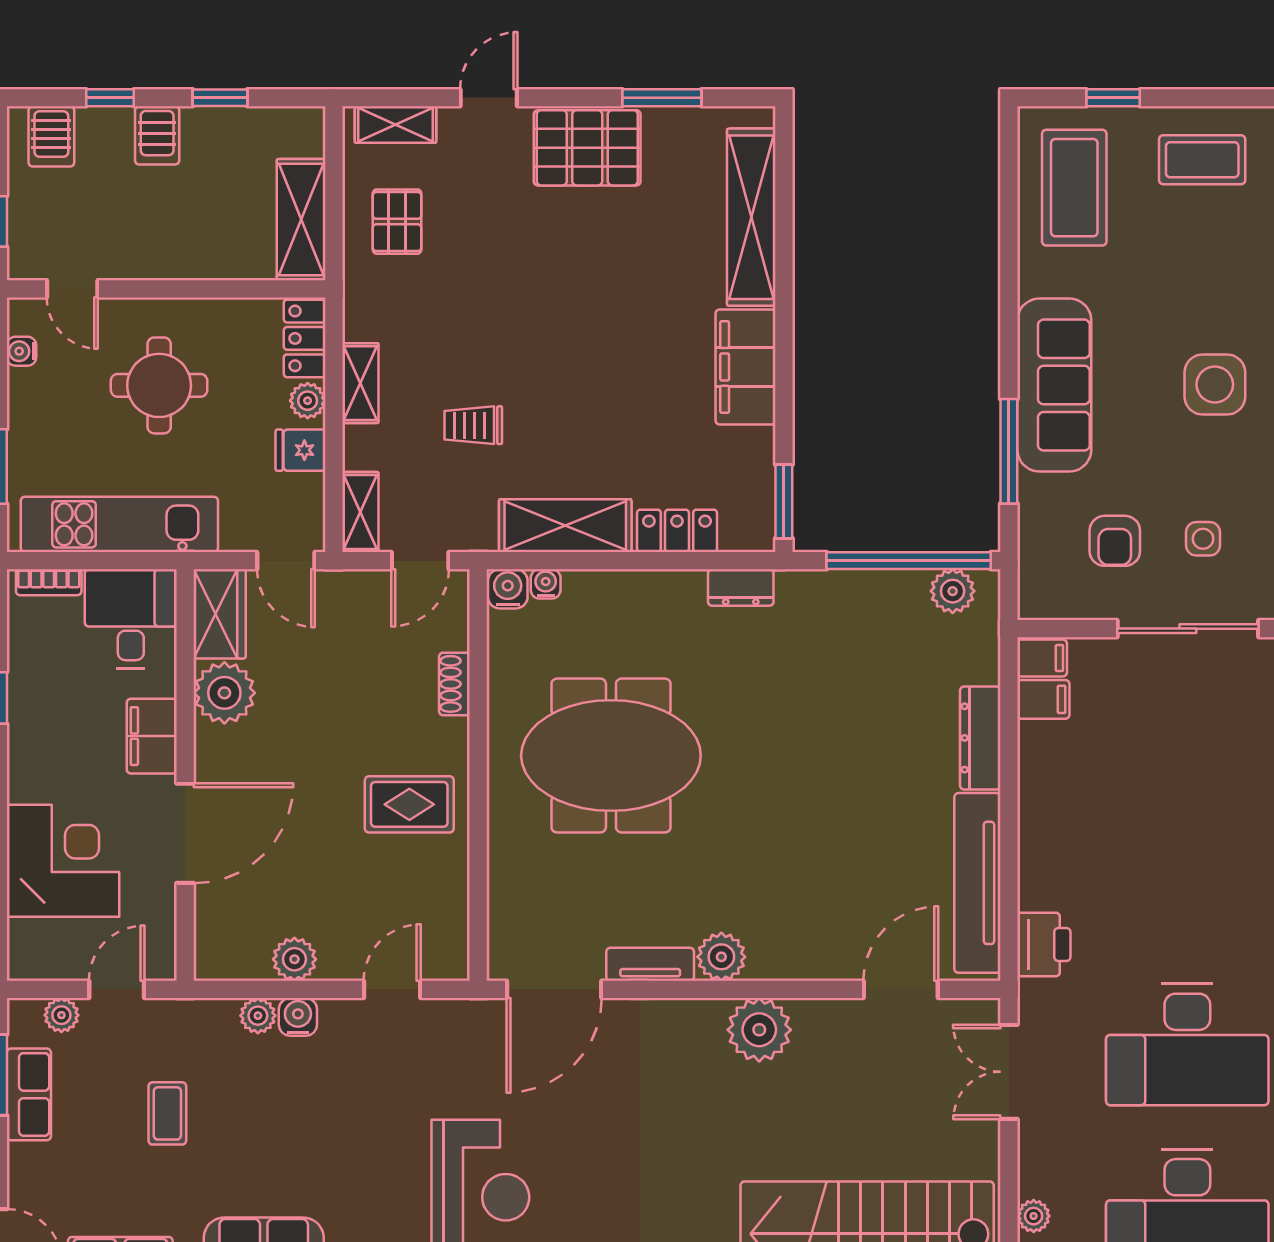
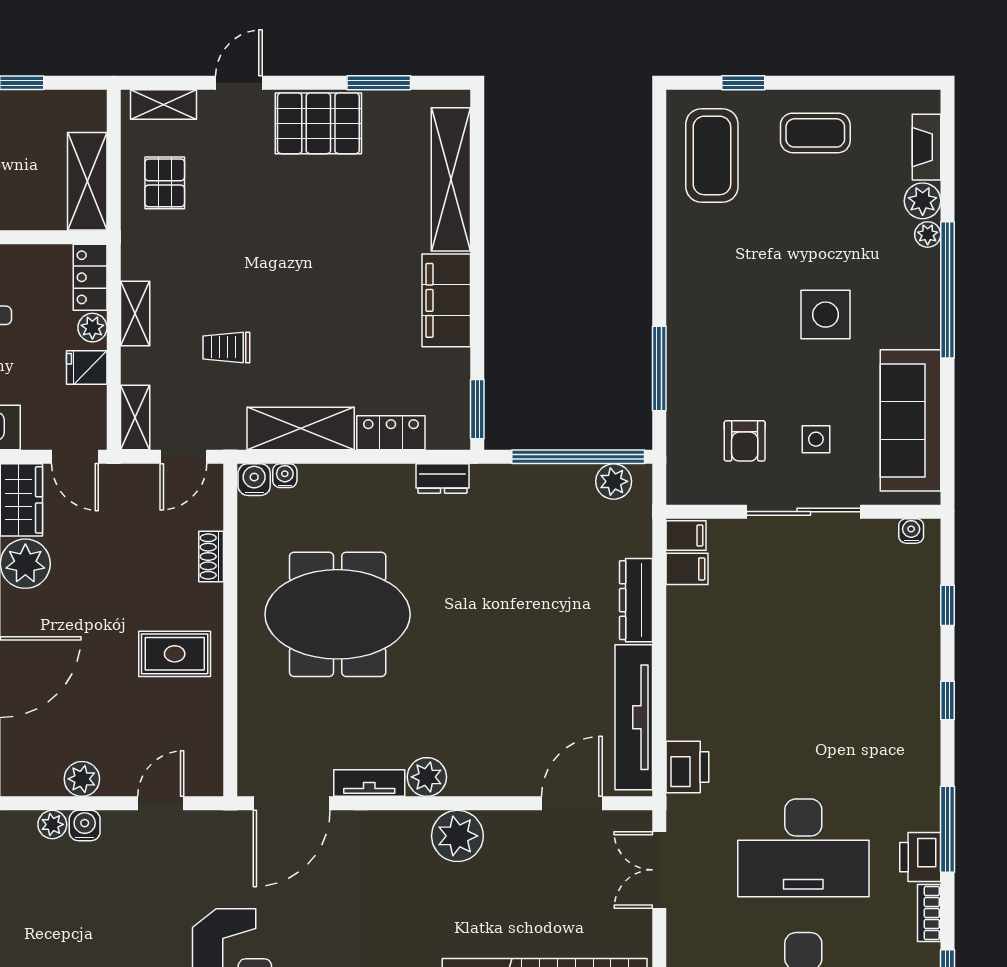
sofa: (1054, 385) -> (696, 315), removed

